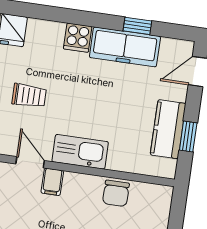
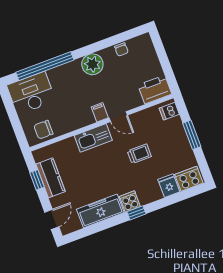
window: (137, 26) -> (136, 213), moved
trolley: (29, 96) -> (139, 154), turned 180
chair: (116, 193) -> (43, 130), moved, turned -90

